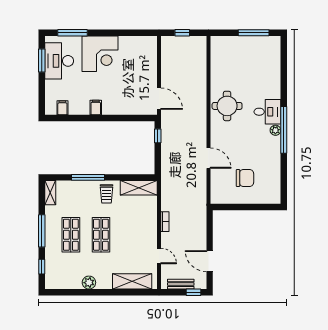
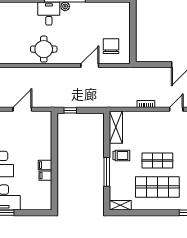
door: (159, 99) -> (22, 109), moved
filing cabinet: (62, 108) -> (45, 176), moved
chair: (245, 178) -> (111, 46), moved
window: (42, 231) -> (154, 213), removed
shop shelf: (71, 235) -> (157, 187), width x1.43, depth x1.36

